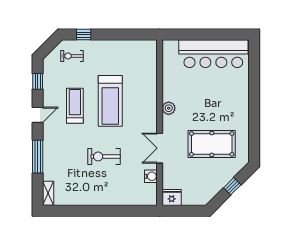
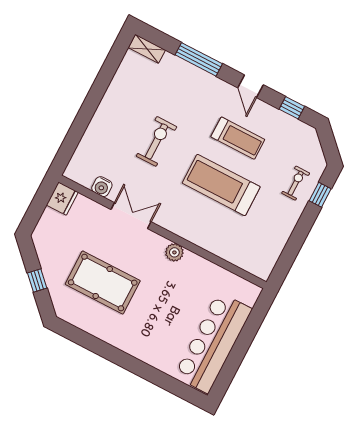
exercise bike: (72, 56) -> (296, 183), moved
pool table: (212, 144) -> (103, 283), turned 90

